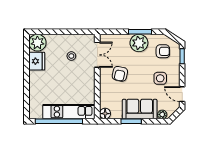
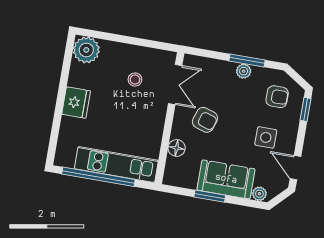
plant: (139, 43) -> (244, 71), width x0.53, depth x0.53
fridge: (37, 61) -> (76, 103), moved
armchair: (120, 74) -> (205, 120), turned -84
floor lamp: (105, 114) -> (177, 148), moved

